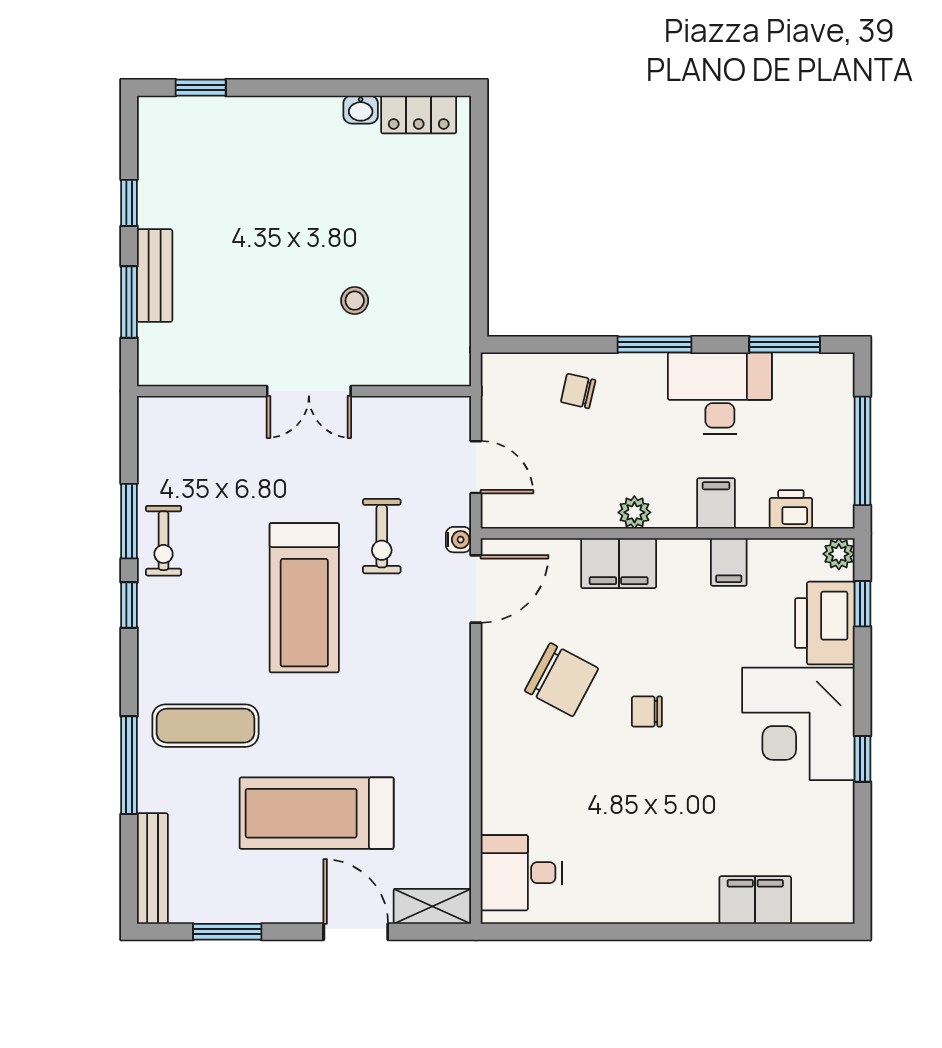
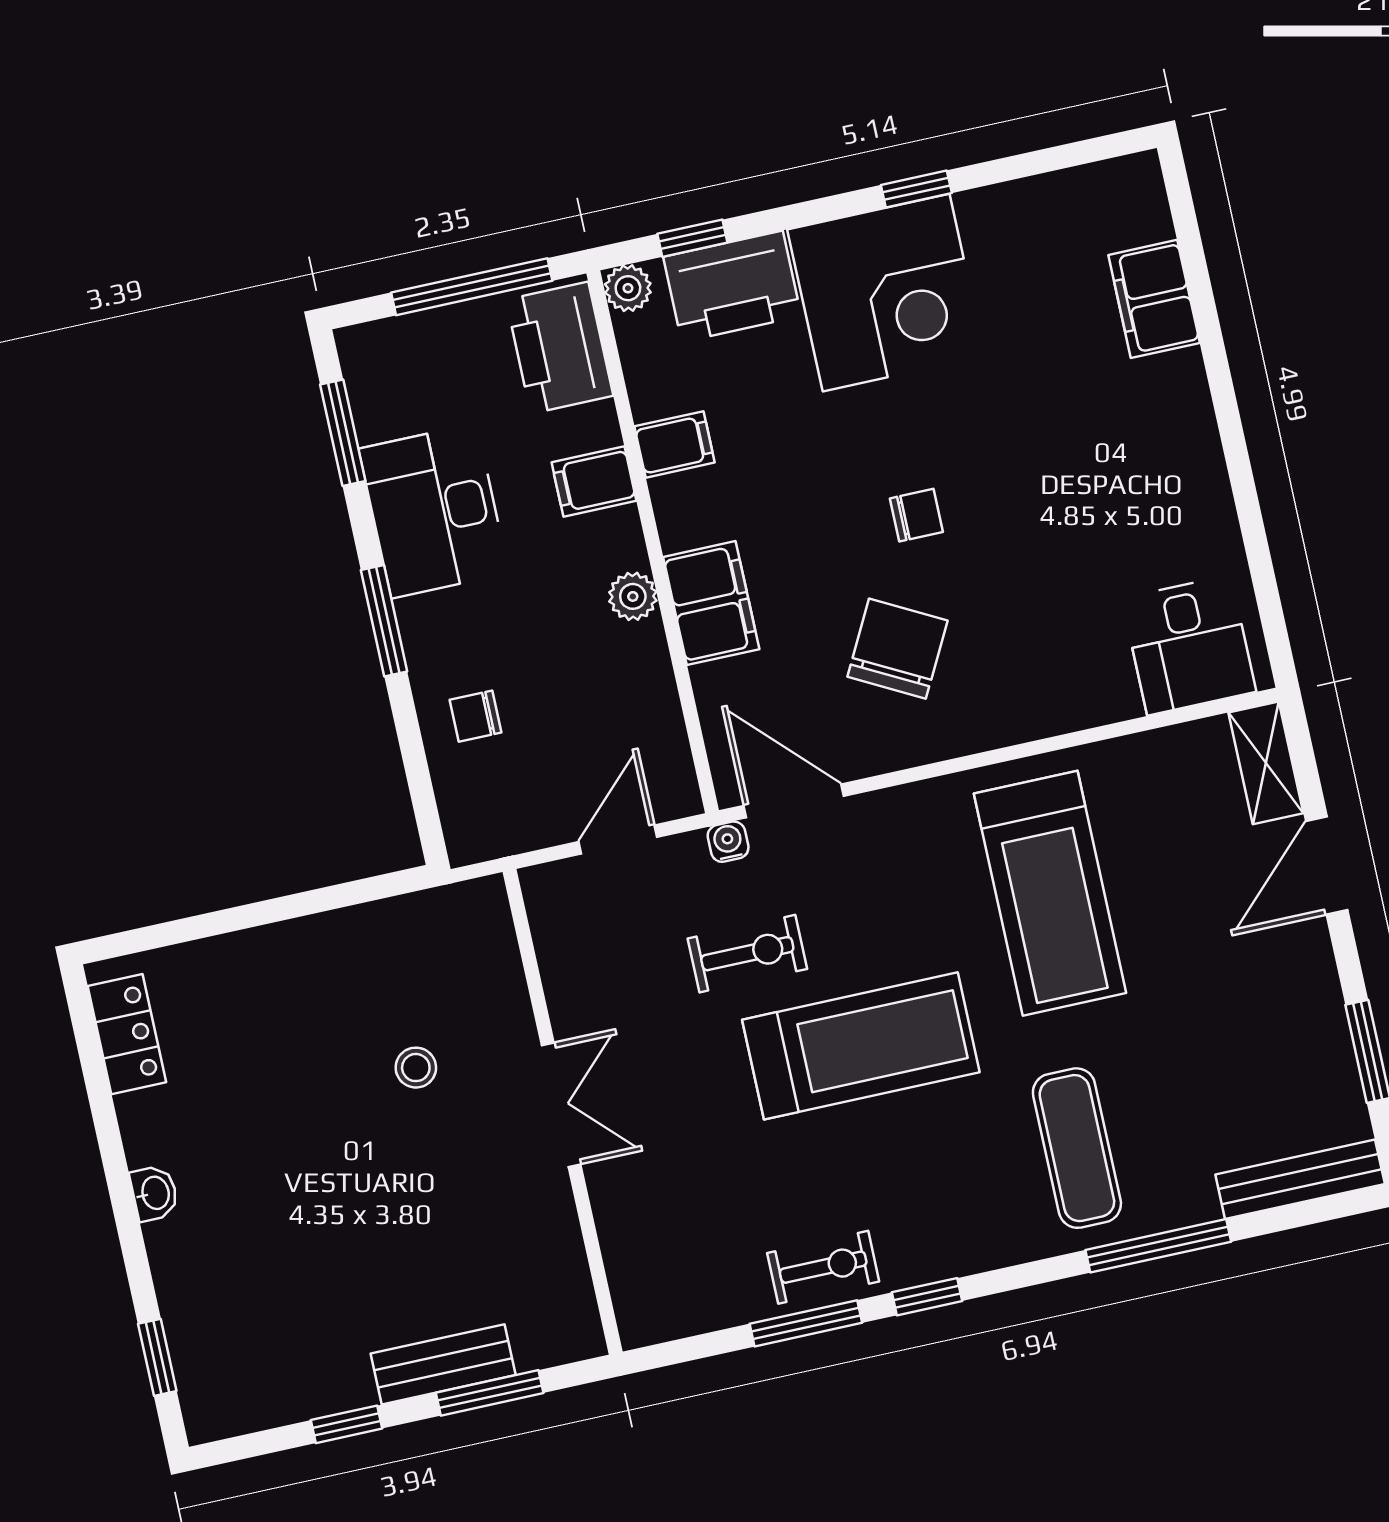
washbasin: (361, 110) -> (154, 1193), moved
chair: (578, 391) -> (476, 716), turned 77
printer: (791, 509) -> (560, 348), width x1.87, depth x1.48
chair: (647, 712) -> (916, 515), turned -90
treadmill: (317, 813) -> (1050, 893), moved

